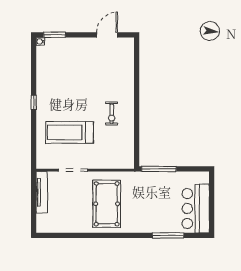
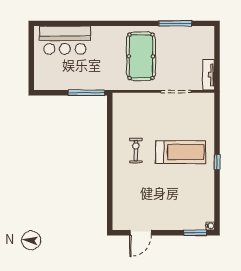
treadmill: (69, 132) -> (181, 152), moved
tv unit: (42, 192) -> (209, 75), width x0.71
bar counter: (196, 208) -> (65, 40), moved, turned 90
window: (168, 235) -> (175, 23), moved

